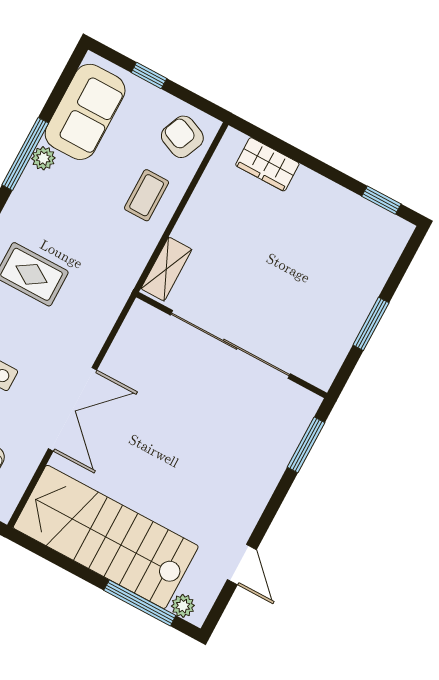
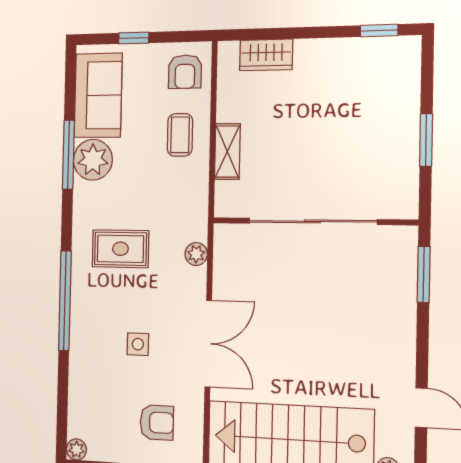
armchair: (182, 137) -> (185, 72), turned -113
plant: (43, 158) -> (93, 160), width x1.88, depth x1.88
shelving: (166, 269) -> (227, 151), moved
plant: (104, 318) -> (196, 254), added

